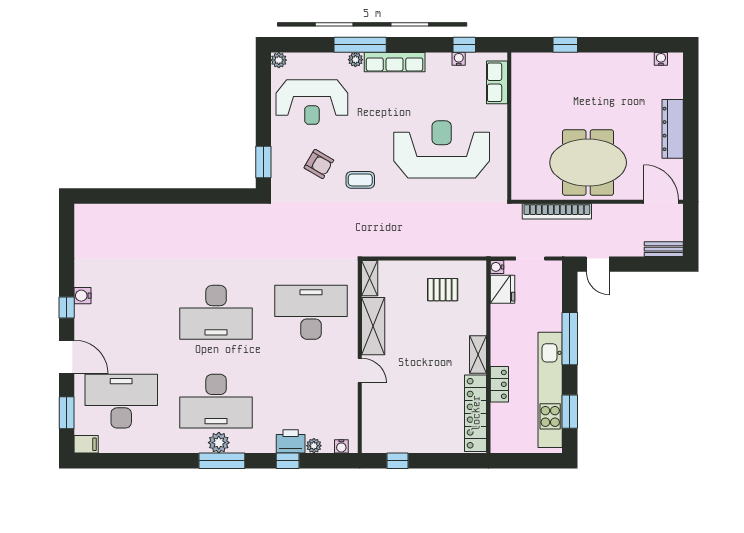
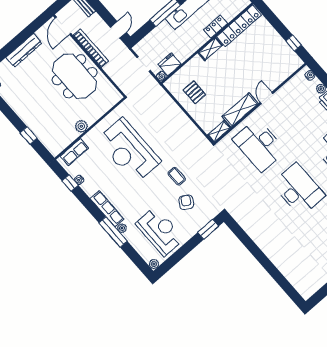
plant: (521, 118) -> (81, 126), added
bookcase: (557, 211) -> (91, 48), moved

